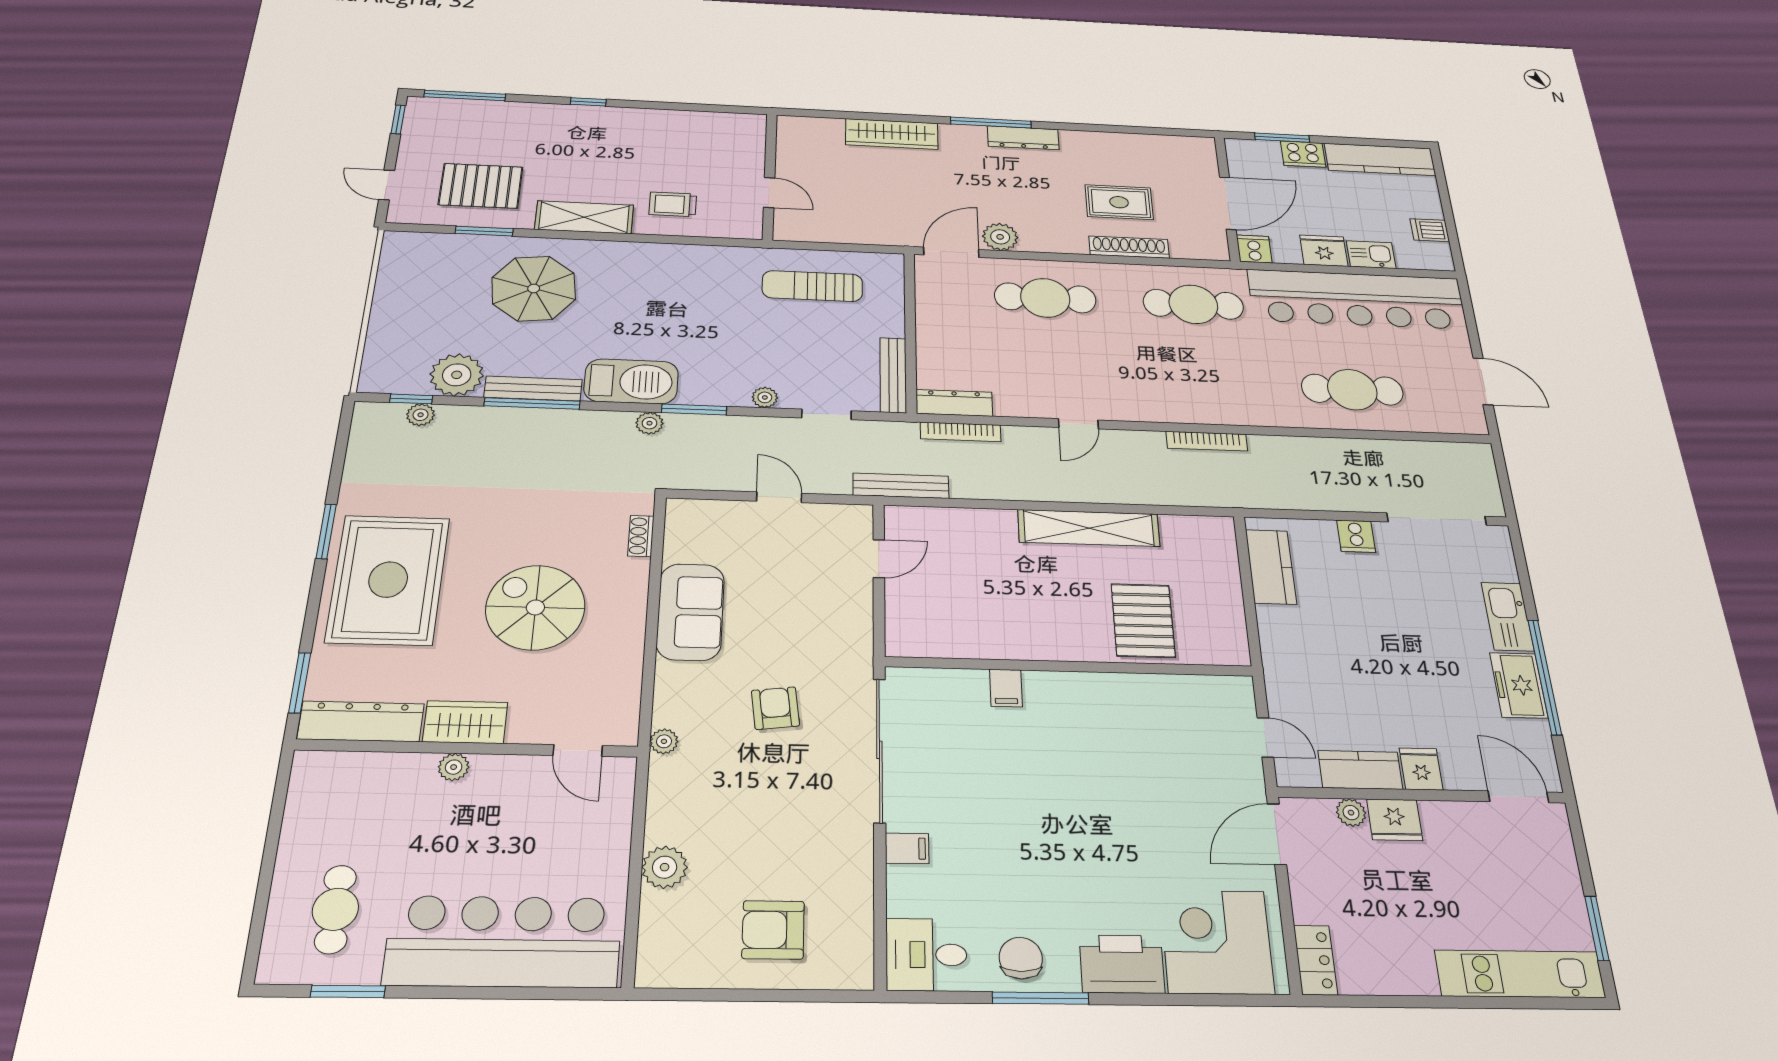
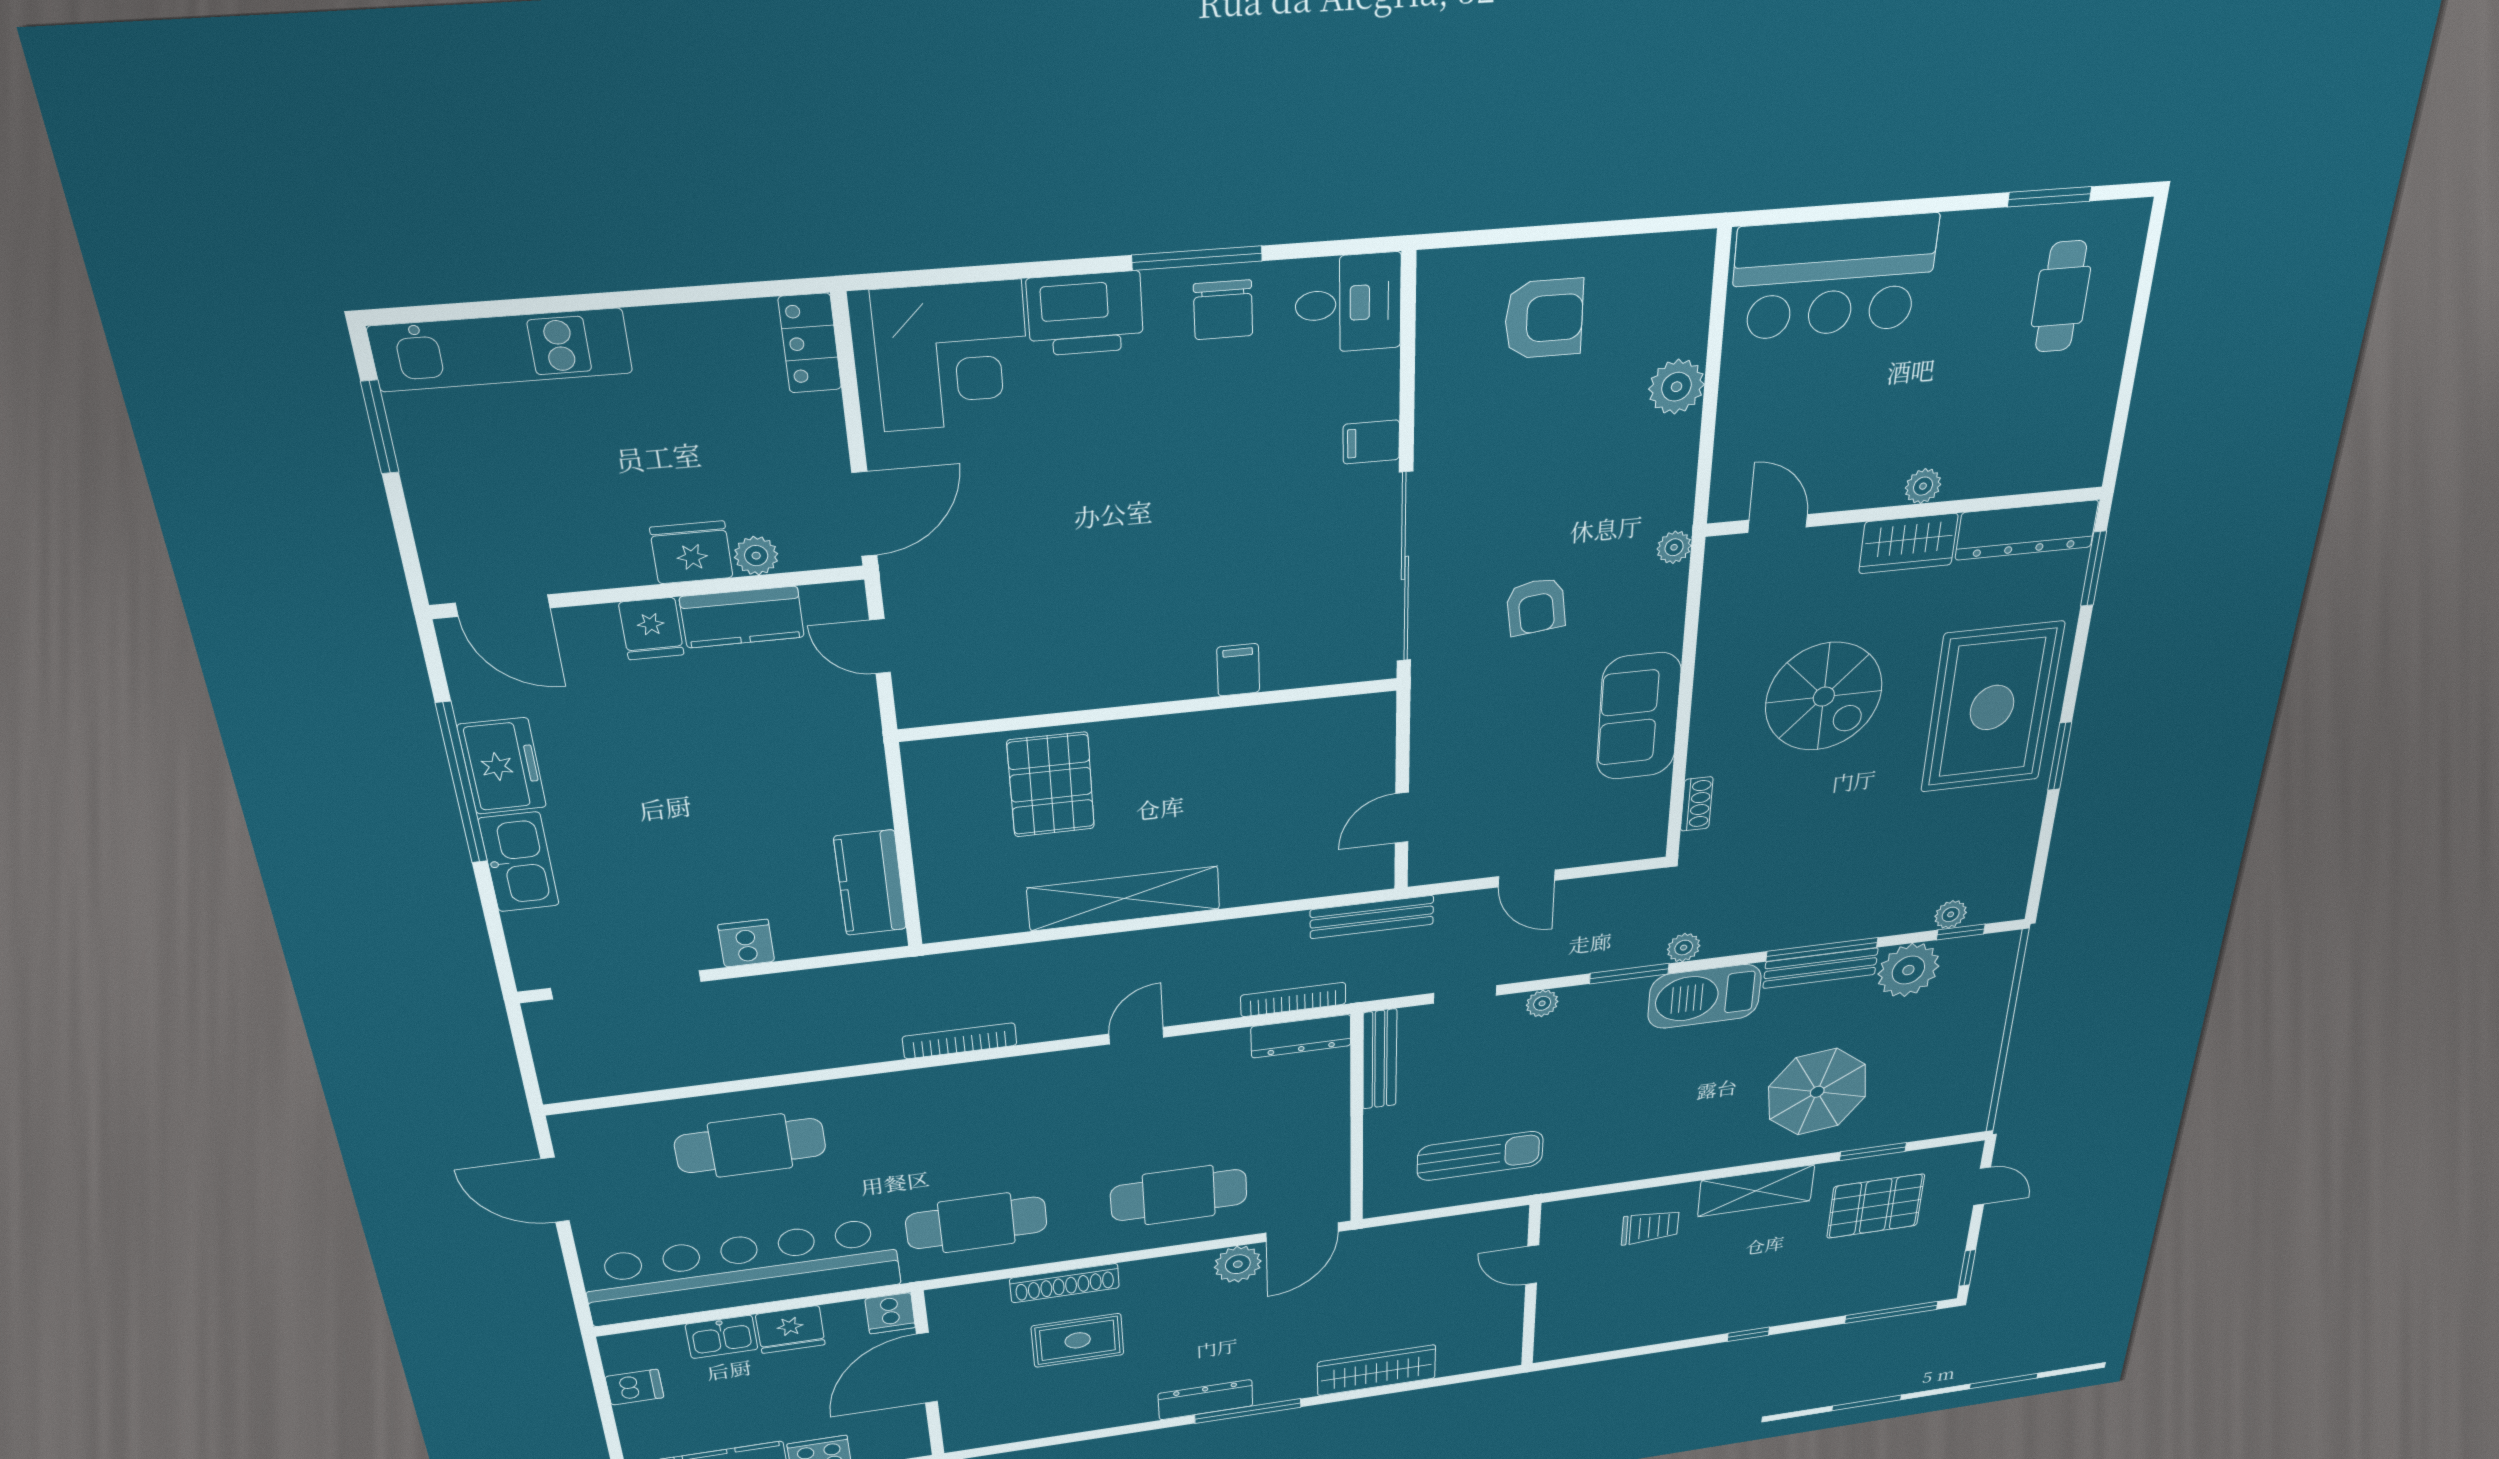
bar counter: (504, 941) -> (1834, 277), width x0.73

